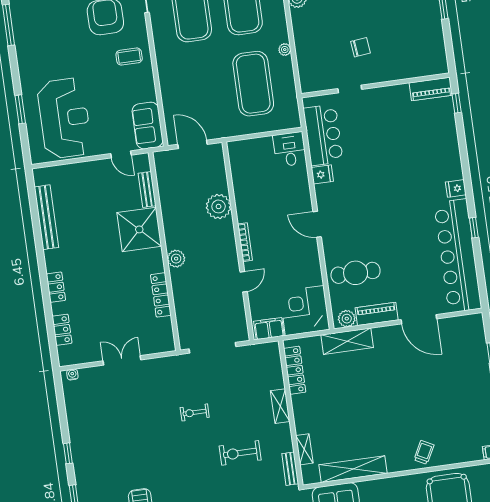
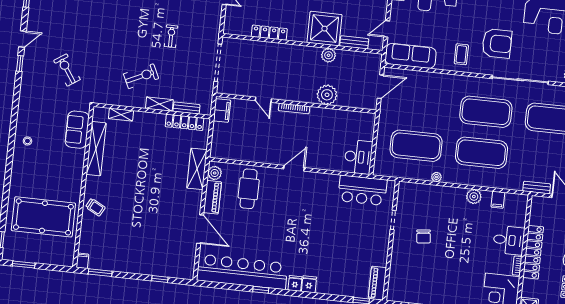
sofa: (147, 126) -> (411, 56), width x1.36
desk: (290, 149) -> (358, 157), width x1.37
fridge: (322, 174) -> (309, 284), moved, turned 180
plant: (176, 259) -> (329, 55), moved
corner desk: (305, 311) -> (229, 142), removed
door: (419, 319) -> (200, 229), swing flipped
exercise bike: (240, 453) -> (141, 76), moved, turned 65
bench: (290, 469) -> (186, 108), moved

